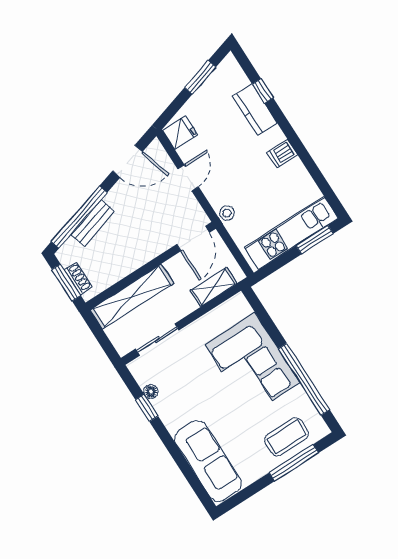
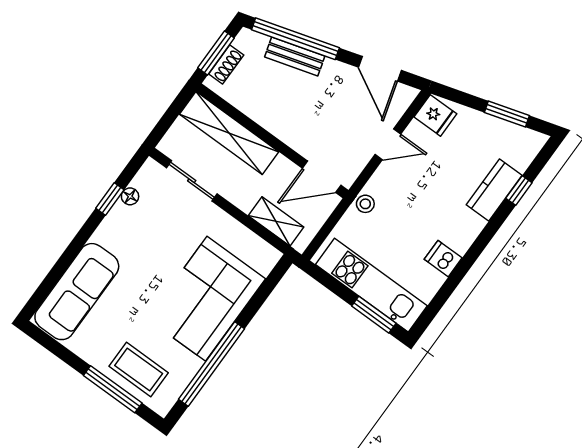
dishwasher: (282, 154) -> (443, 259), moved

